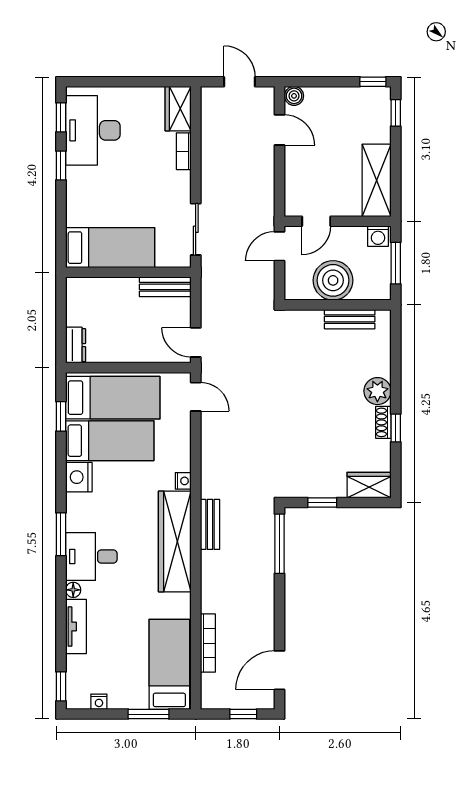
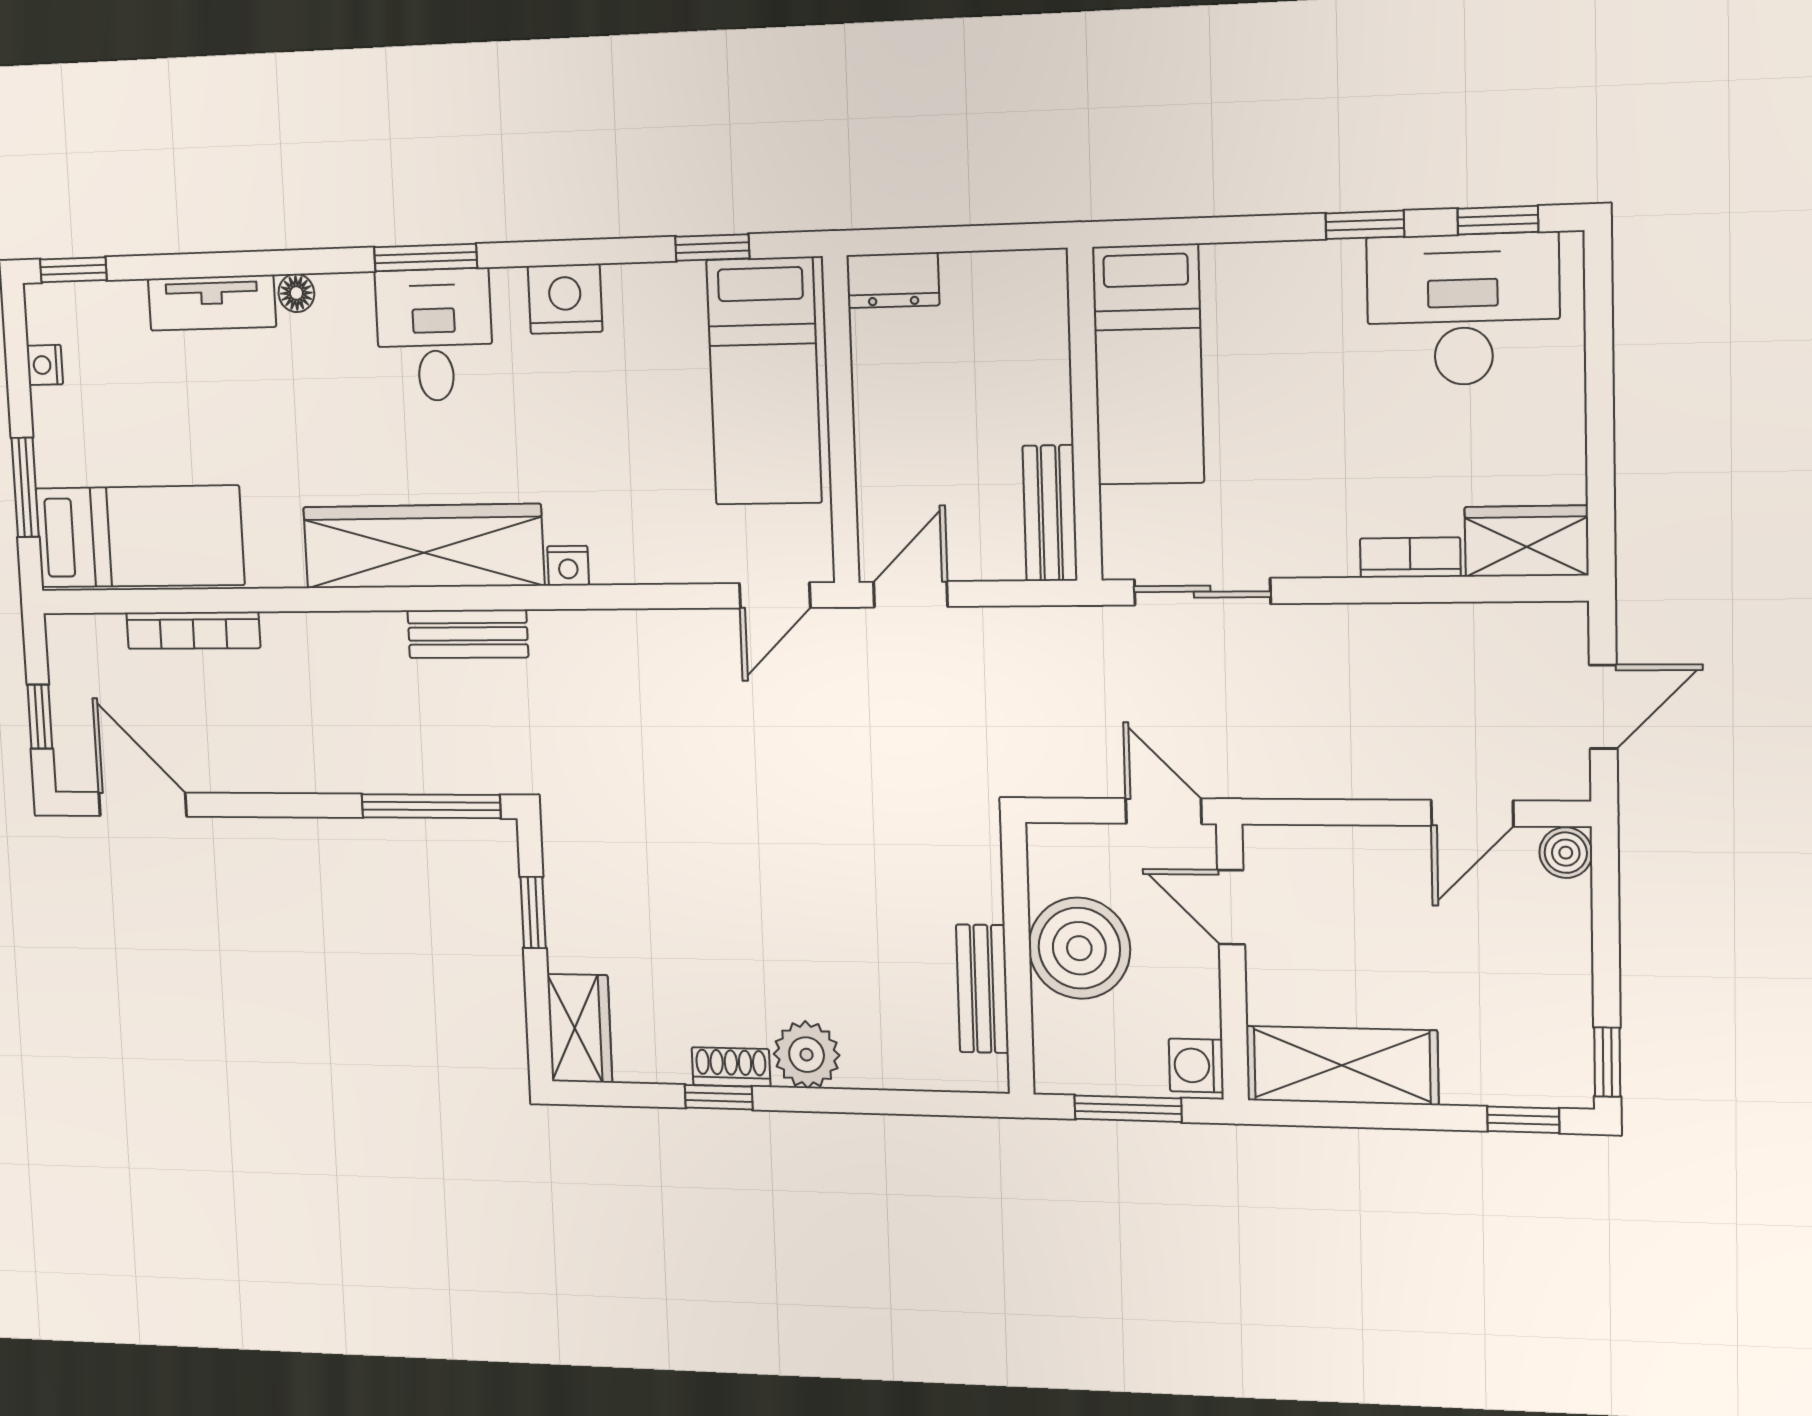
bed: (110, 441) -> (658, 376), removed
desk: (91, 556) -> (434, 335), moved

